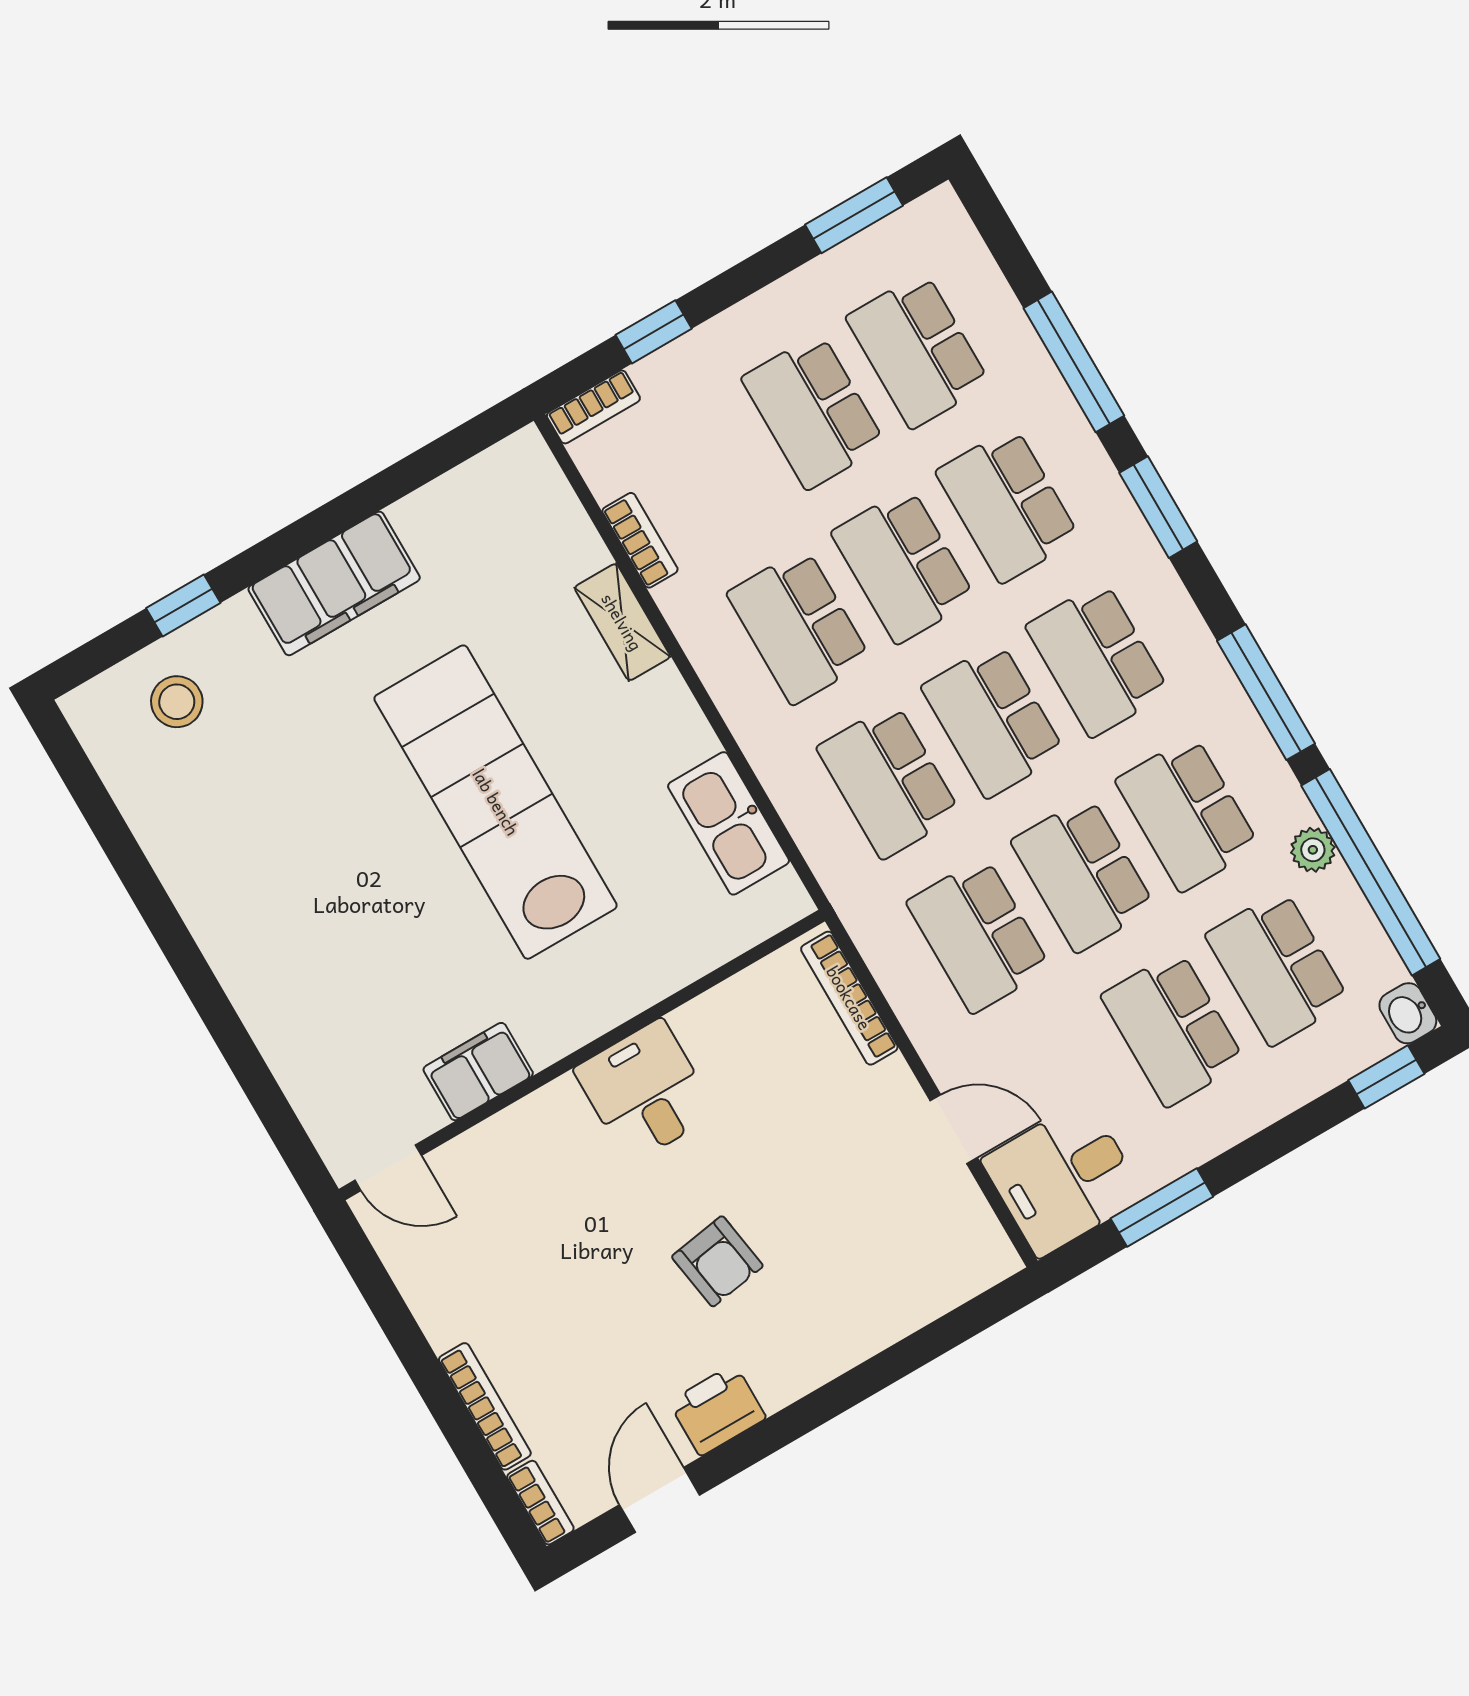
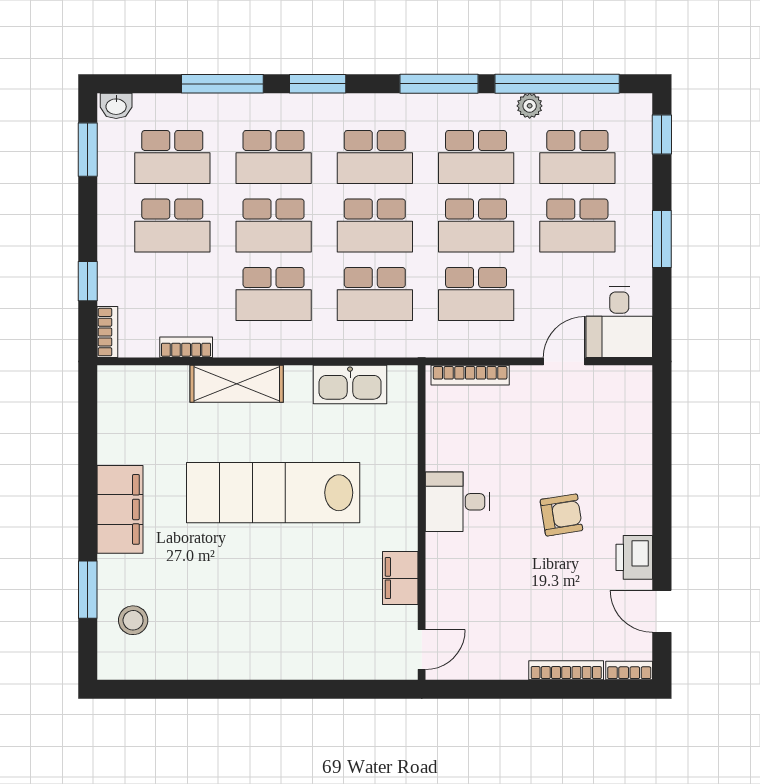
window: (183, 606) -> (88, 590), width x1.50
shelving: (622, 622) -> (237, 384), width x1.50, depth x1.33
washbasin: (1408, 1013) -> (116, 106), moved
window: (1162, 1208) -> (662, 239), moved

